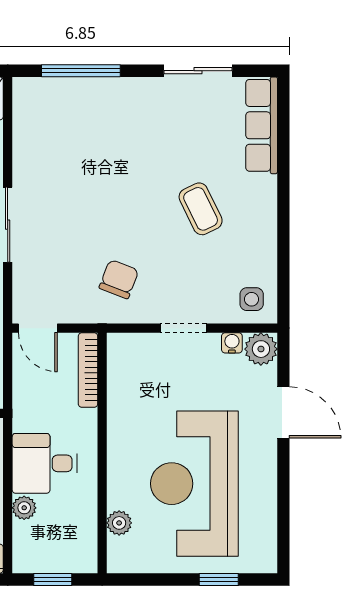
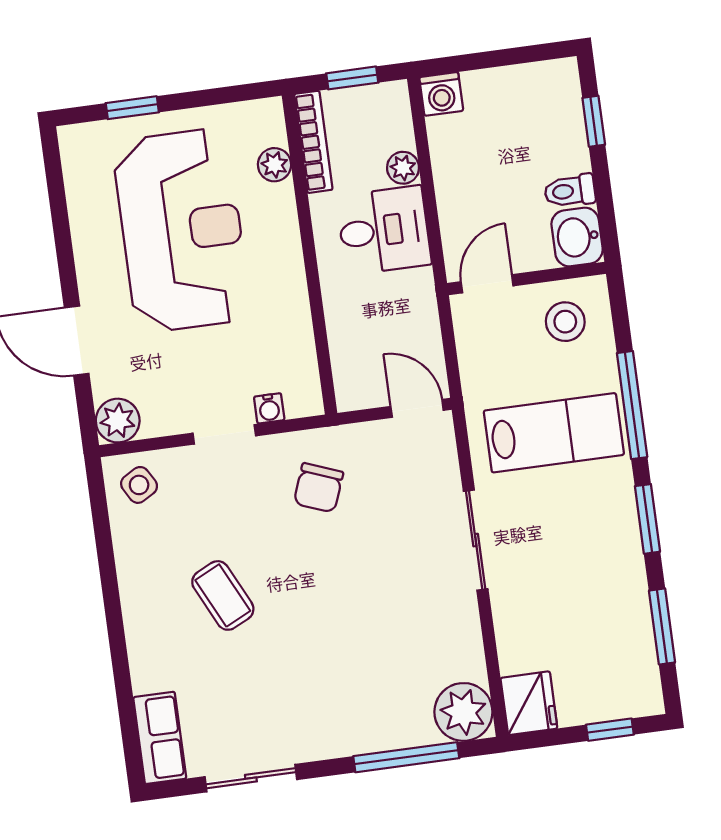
plant: (34, 98) -> (463, 712), added
row of seats: (262, 125) -> (160, 738), width x0.68
side table: (252, 299) -> (139, 485), turned -30
water cooler: (232, 343) -> (269, 408), moved
bookcase: (88, 370) -> (313, 142), moved

